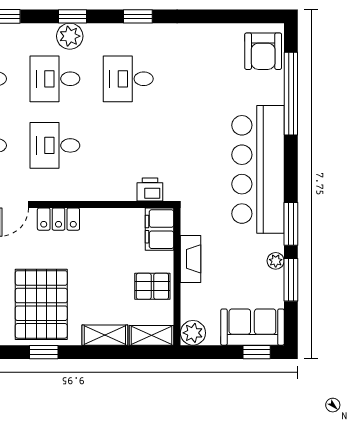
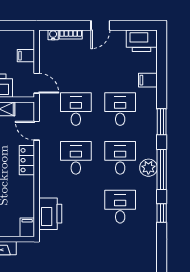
window: (72, 16) -> (162, 169), width x2.17
printer: (150, 190) -> (50, 214), width x1.87, depth x1.48
filing cabinet: (160, 229) -> (27, 227), width x0.50

